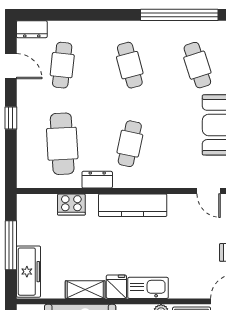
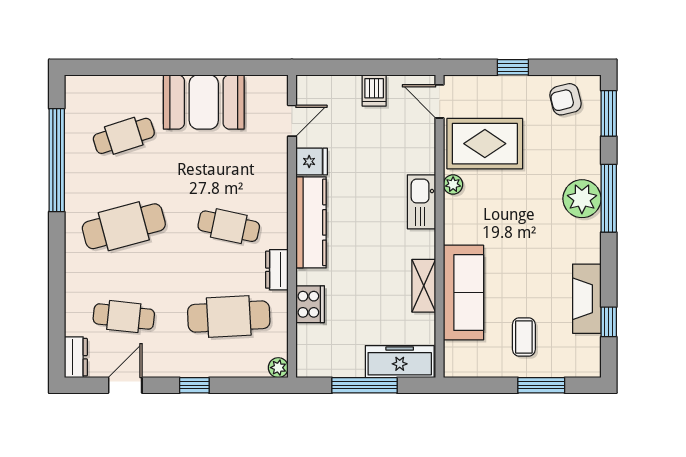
cafe table: (130, 65) -> (124, 226), width x1.37, depth x1.35
plant: (24, 181) -> (278, 368), added
fridge: (116, 287) -> (312, 161), moved, turned 180

